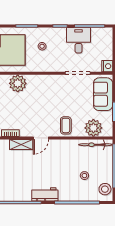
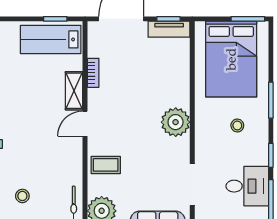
plant: (18, 83) -> (176, 122), moved
door: (41, 138) -> (85, 124), hinge flipped

